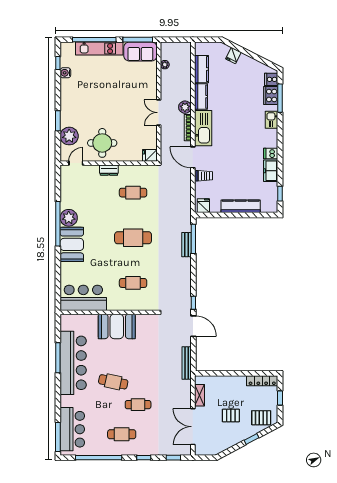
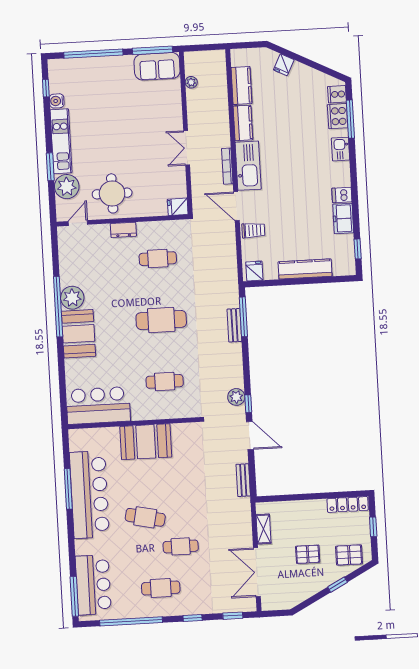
kitchen unit: (99, 49) -> (61, 141), moved, turned -90
plant: (185, 107) -> (236, 397), moved
bench: (187, 363) -> (243, 480), width x0.73

